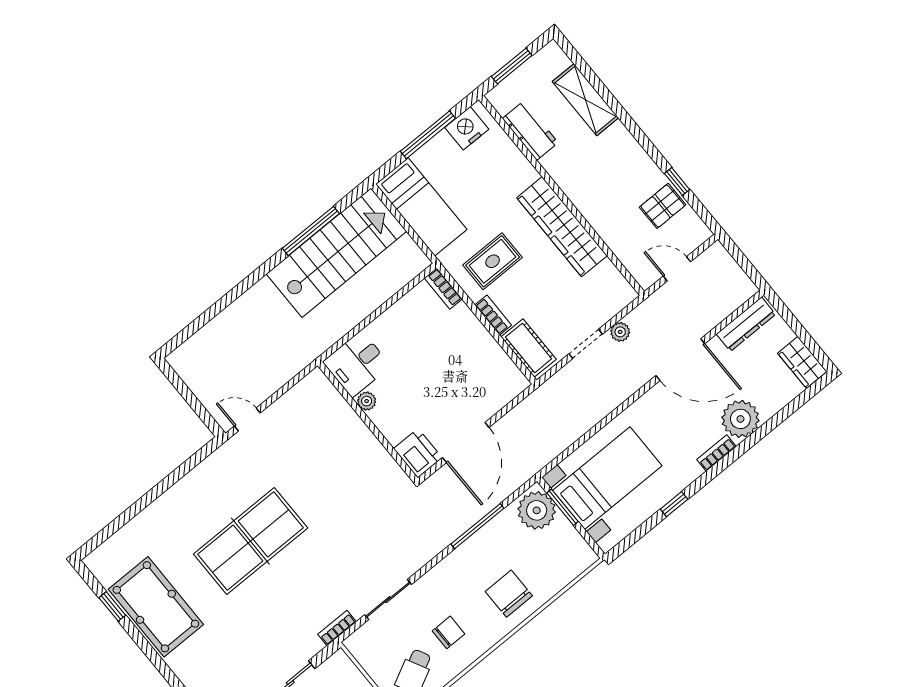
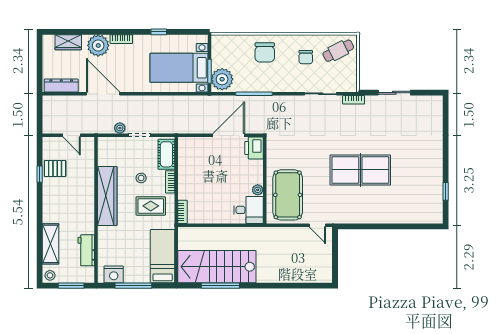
stool: (551, 57) -> (50, 275), added
stool: (536, 288) -> (141, 178), added
wardrobe: (802, 362) -> (68, 42), moved, turned 90
pool table: (156, 607) -> (288, 195), moved
chair: (448, 632) -> (306, 57), turned -90

